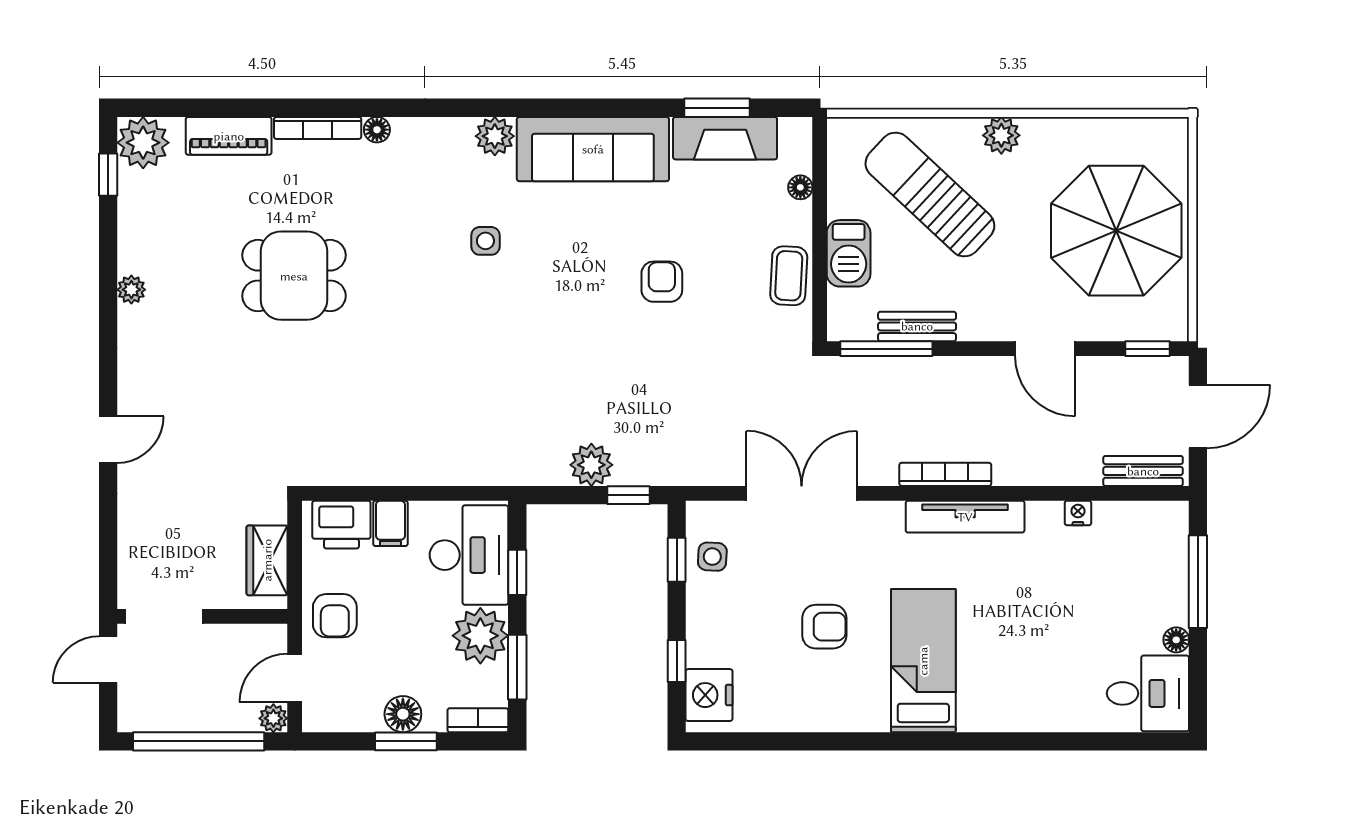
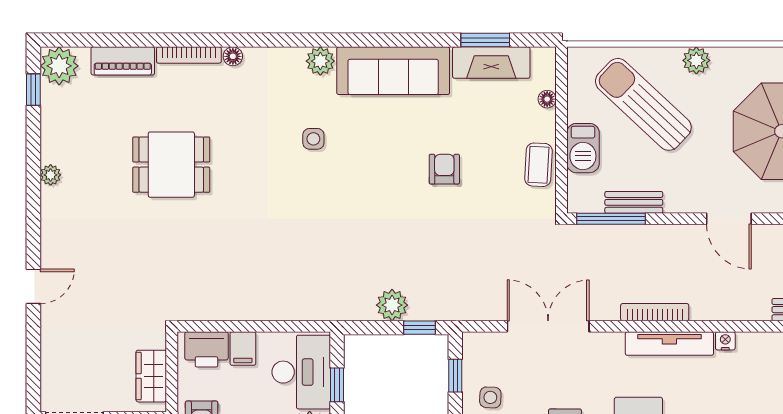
nightstand: (1078, 513) -> (725, 341), moved
side table: (712, 557) -> (490, 397), moved

